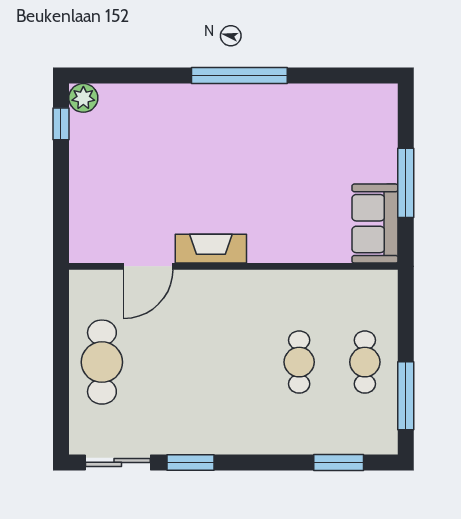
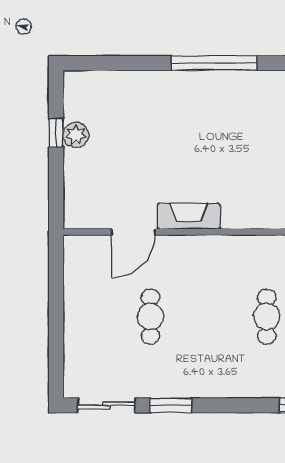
plant: (83, 98) -> (76, 135), moved
window: (61, 124) -> (56, 133), moved
cafe table: (102, 362) -> (150, 317), moved, width x0.73, depth x0.74

